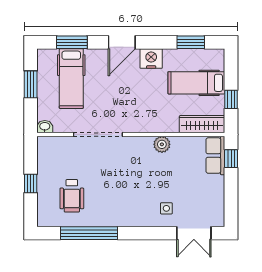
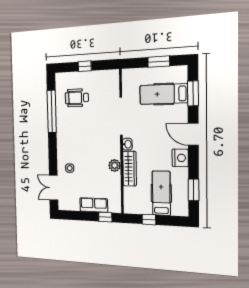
wardrobe: (202, 124) -> (130, 169), moved
washbasin: (45, 127) -> (127, 144), moved
row of seats: (215, 156) -> (94, 205), moved

